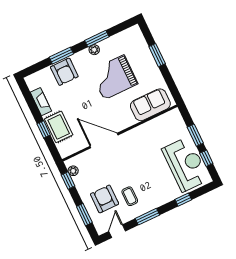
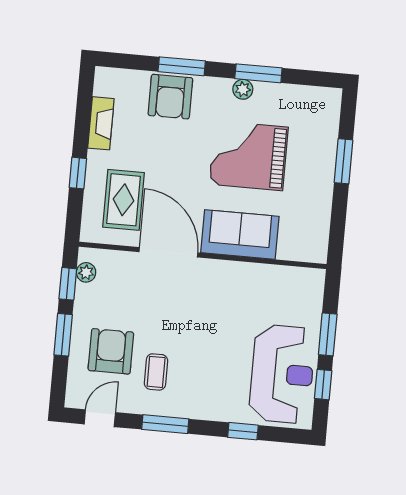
sofa: (150, 105) -> (240, 235), moved
rug: (59, 127) -> (123, 200), moved
window: (84, 215) -> (63, 335), moved

